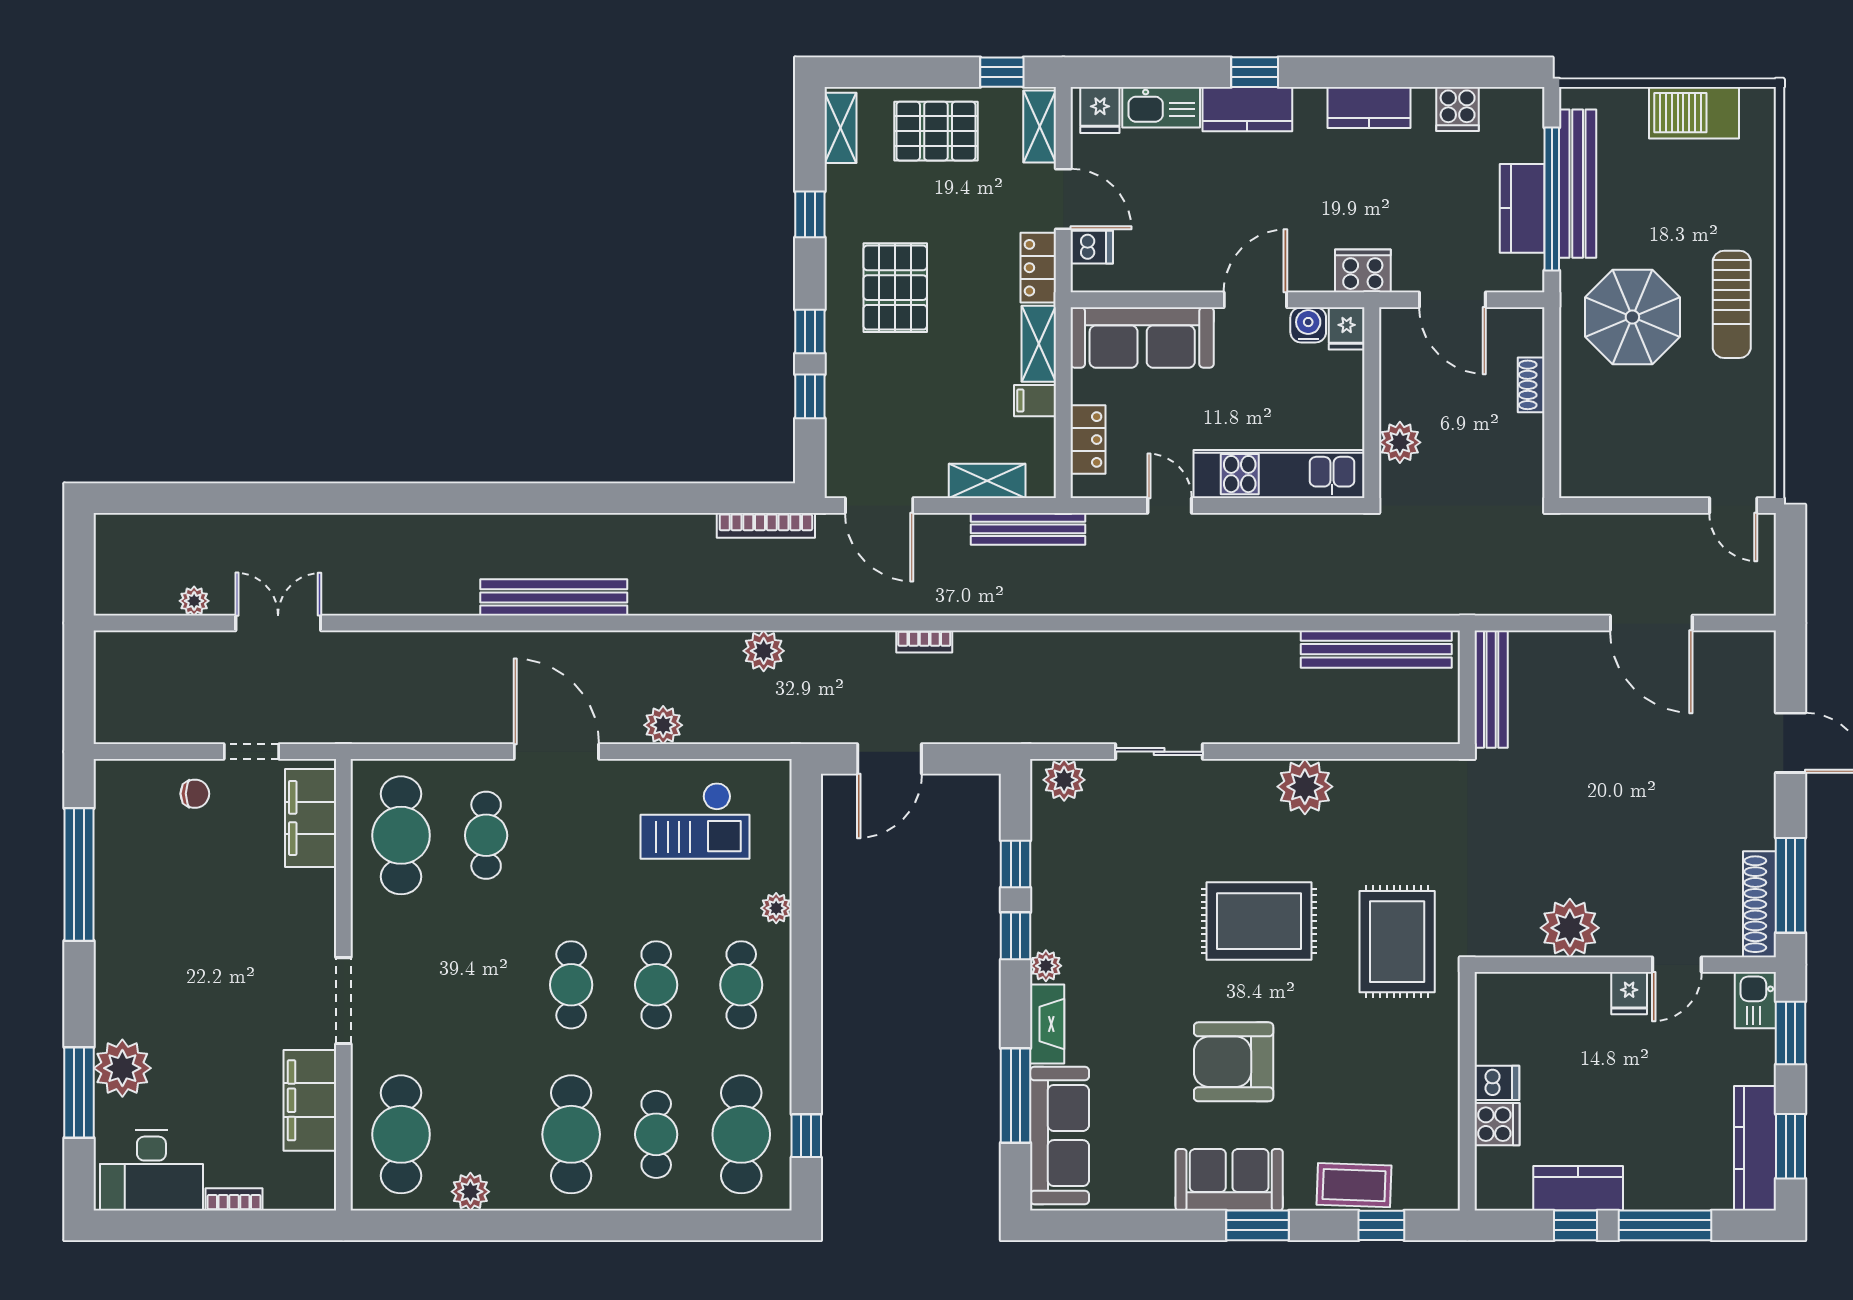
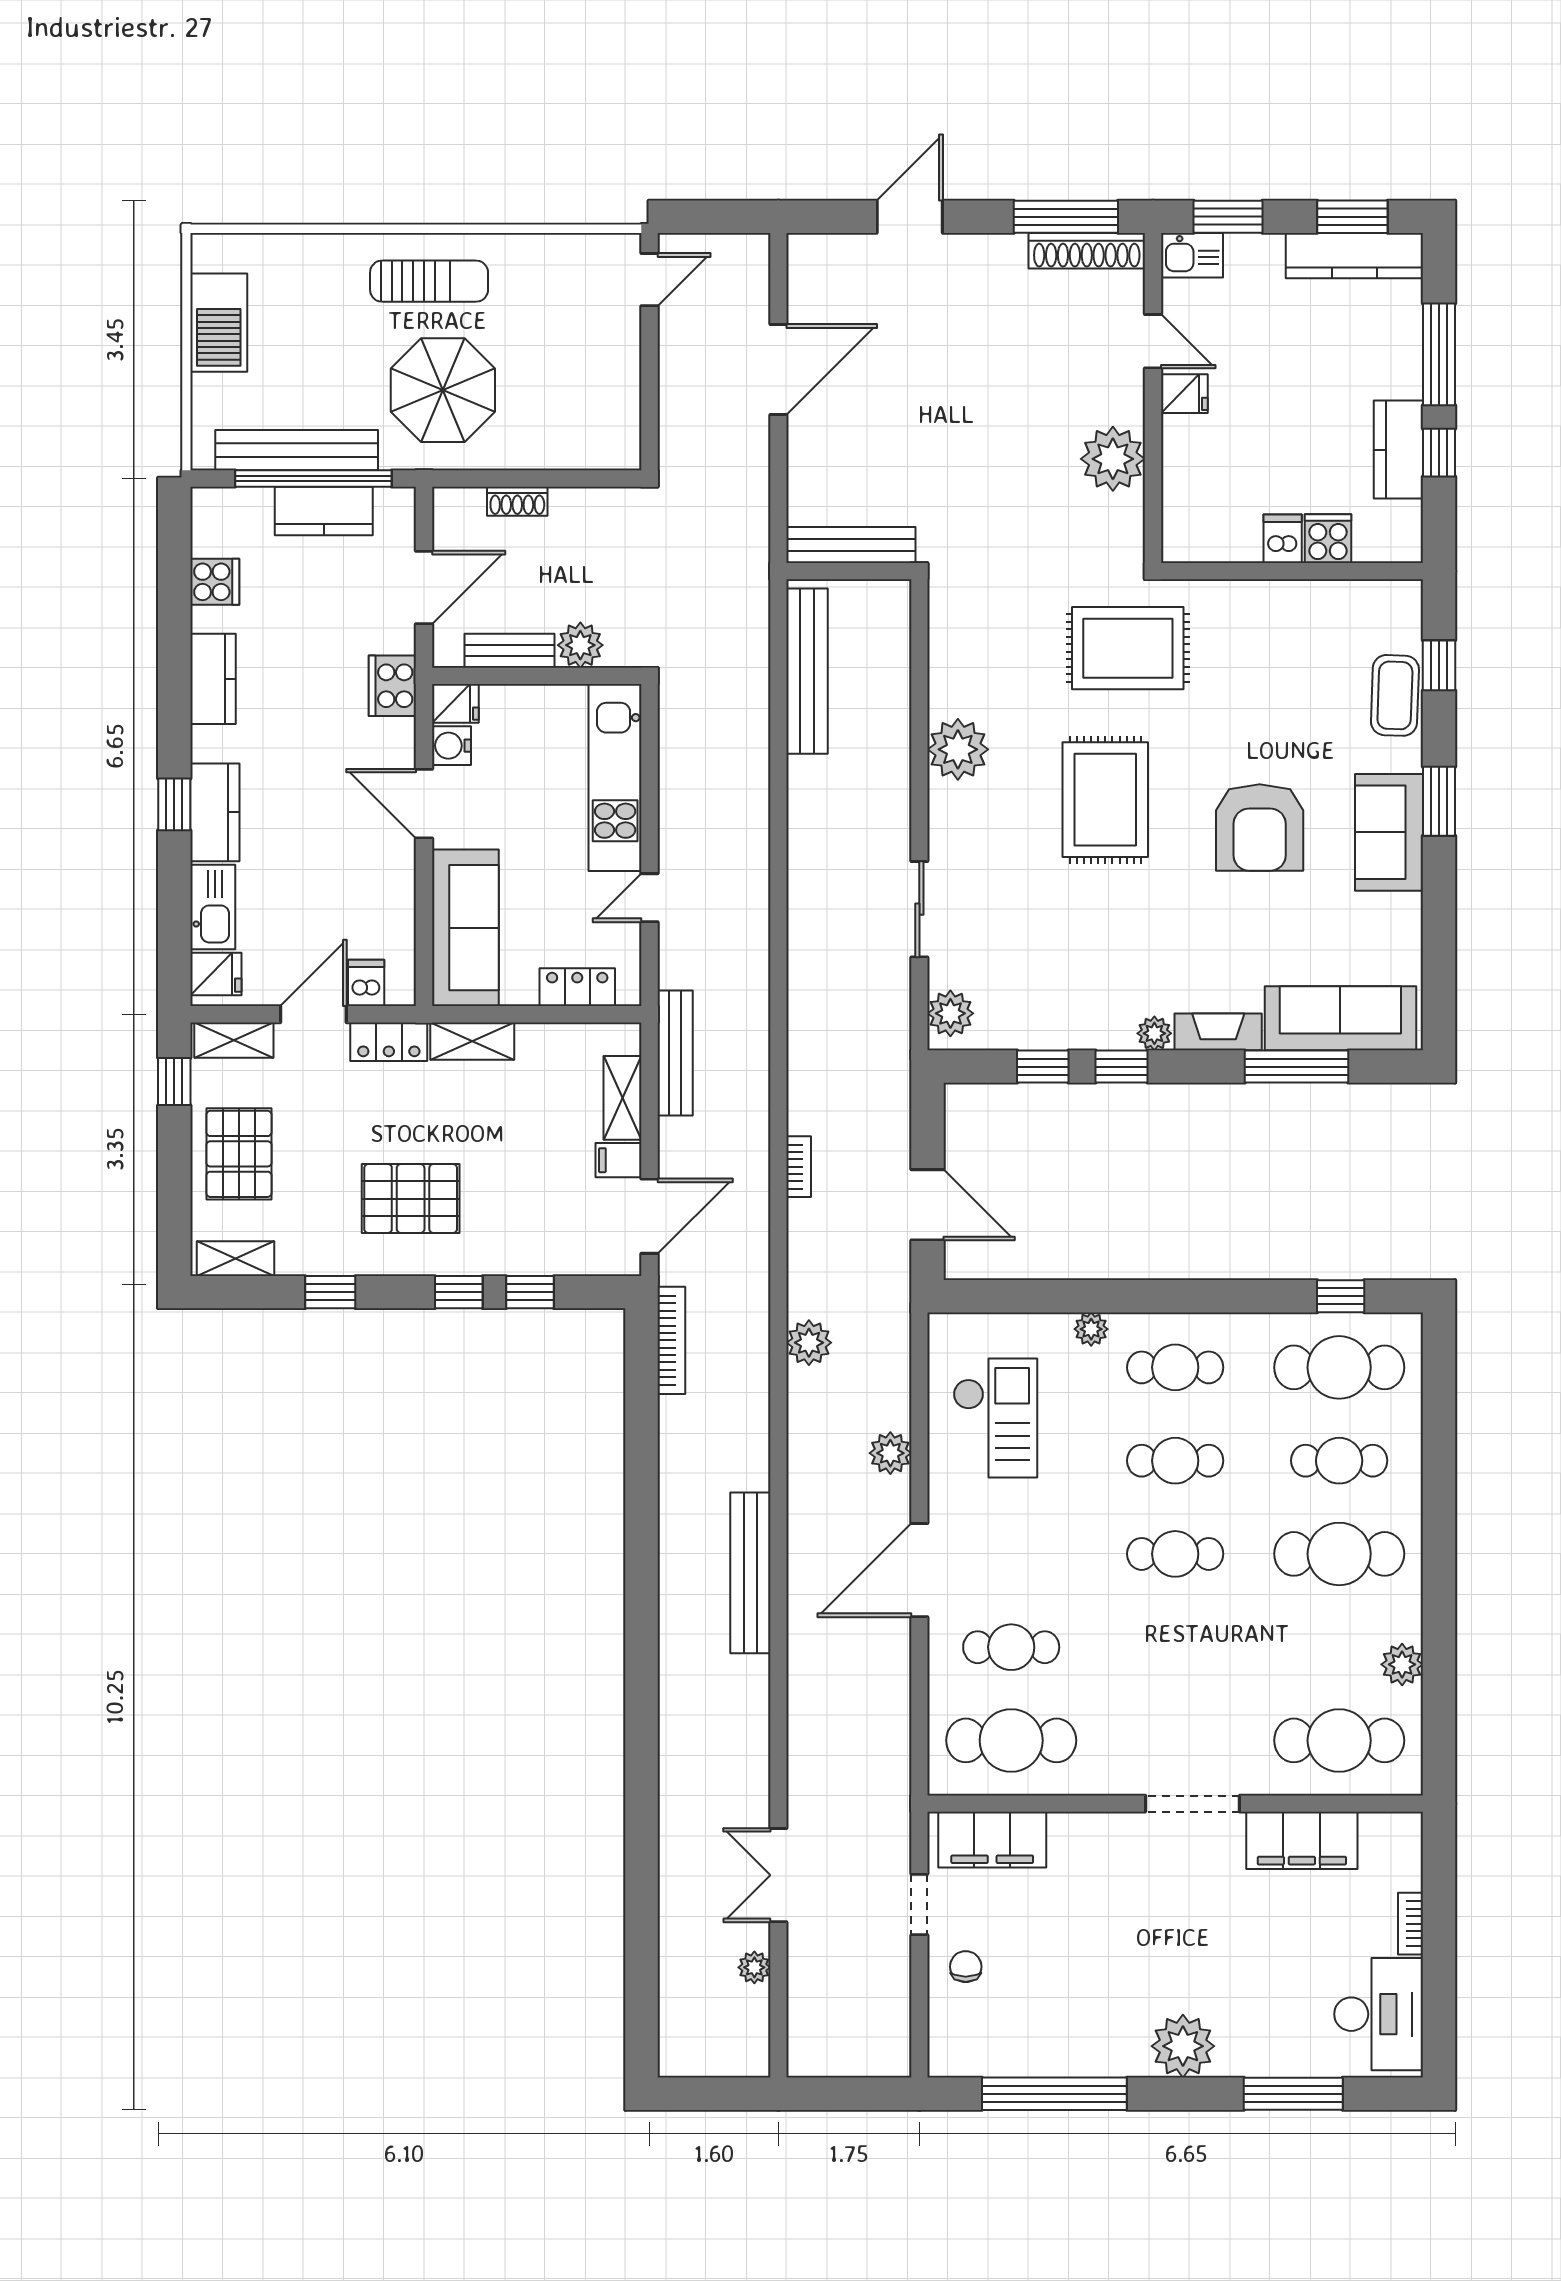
bench: (1395, 378) -> (510, 651), added
filing cabinet: (1035, 401) -> (619, 1160), moved, turned 90
plant: (122, 1068) -> (1183, 2046), moved

